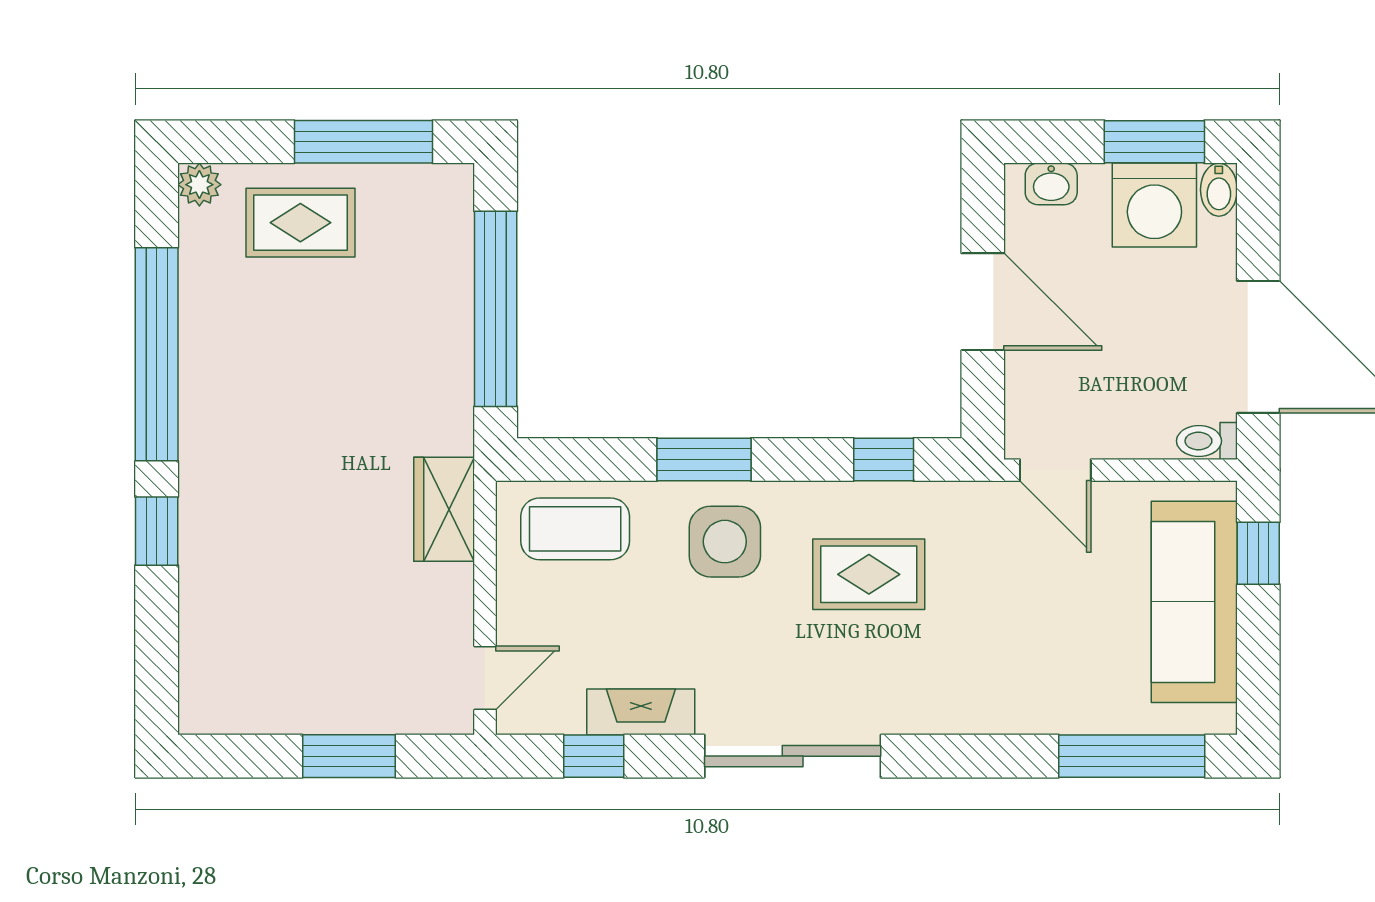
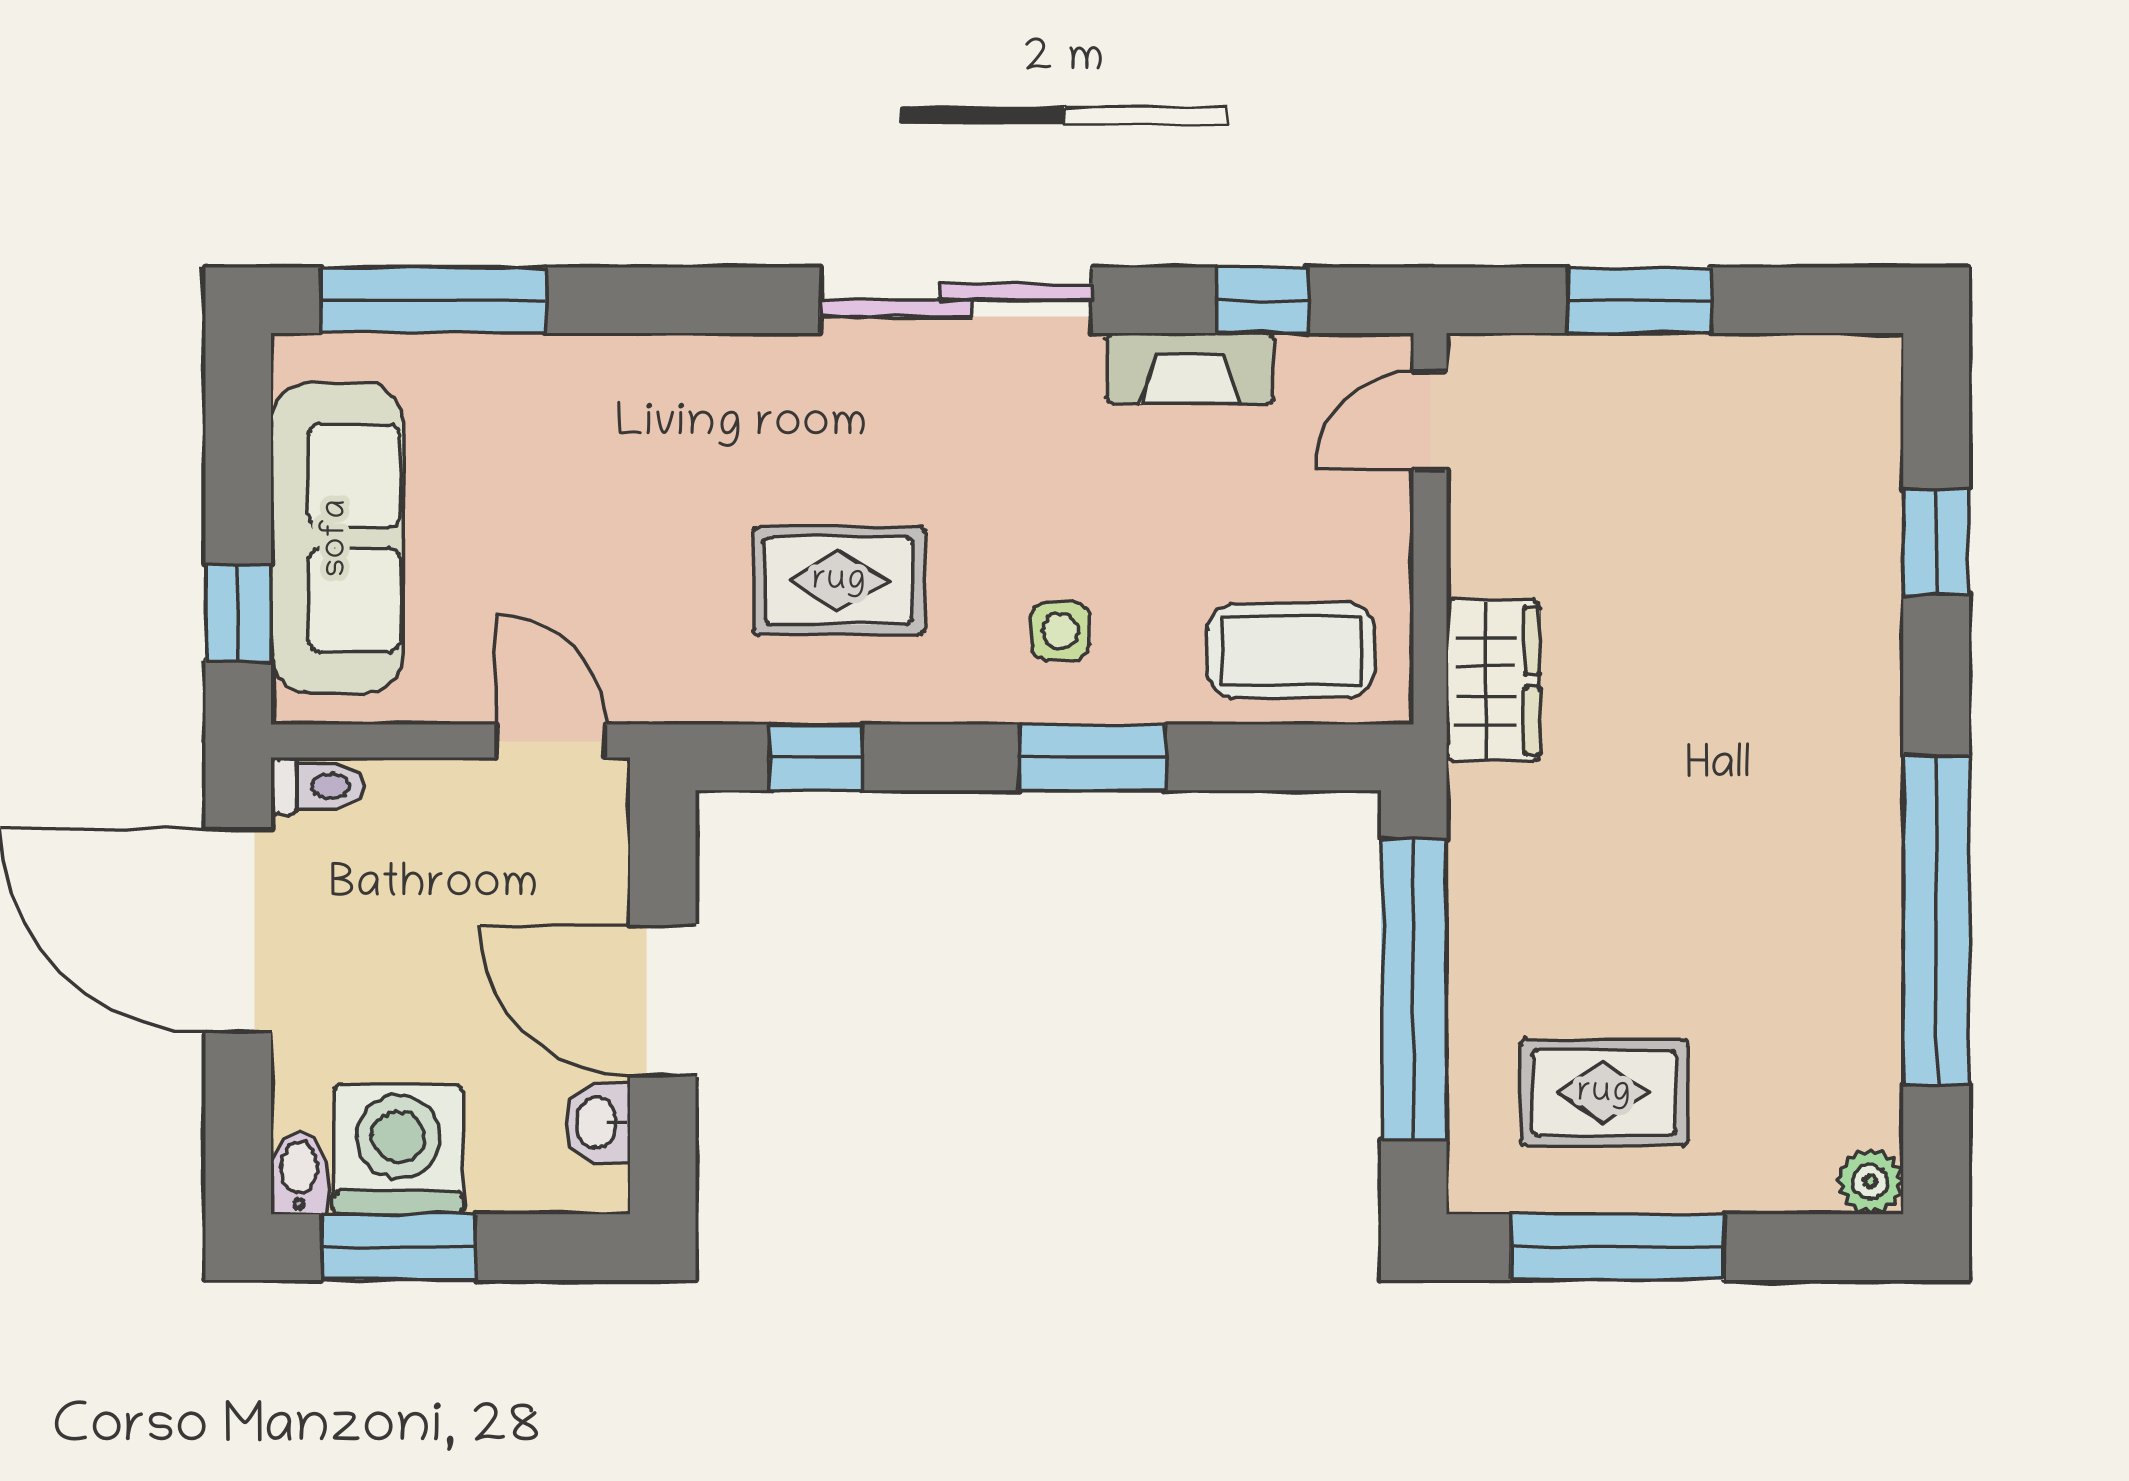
washbasin: (1051, 184) -> (598, 1123), moved, turned -90
rug: (300, 223) -> (1604, 1093), moved
window: (157, 531) -> (1936, 542), moved
side table: (725, 542) -> (1060, 631), width x0.54, depth x0.54

